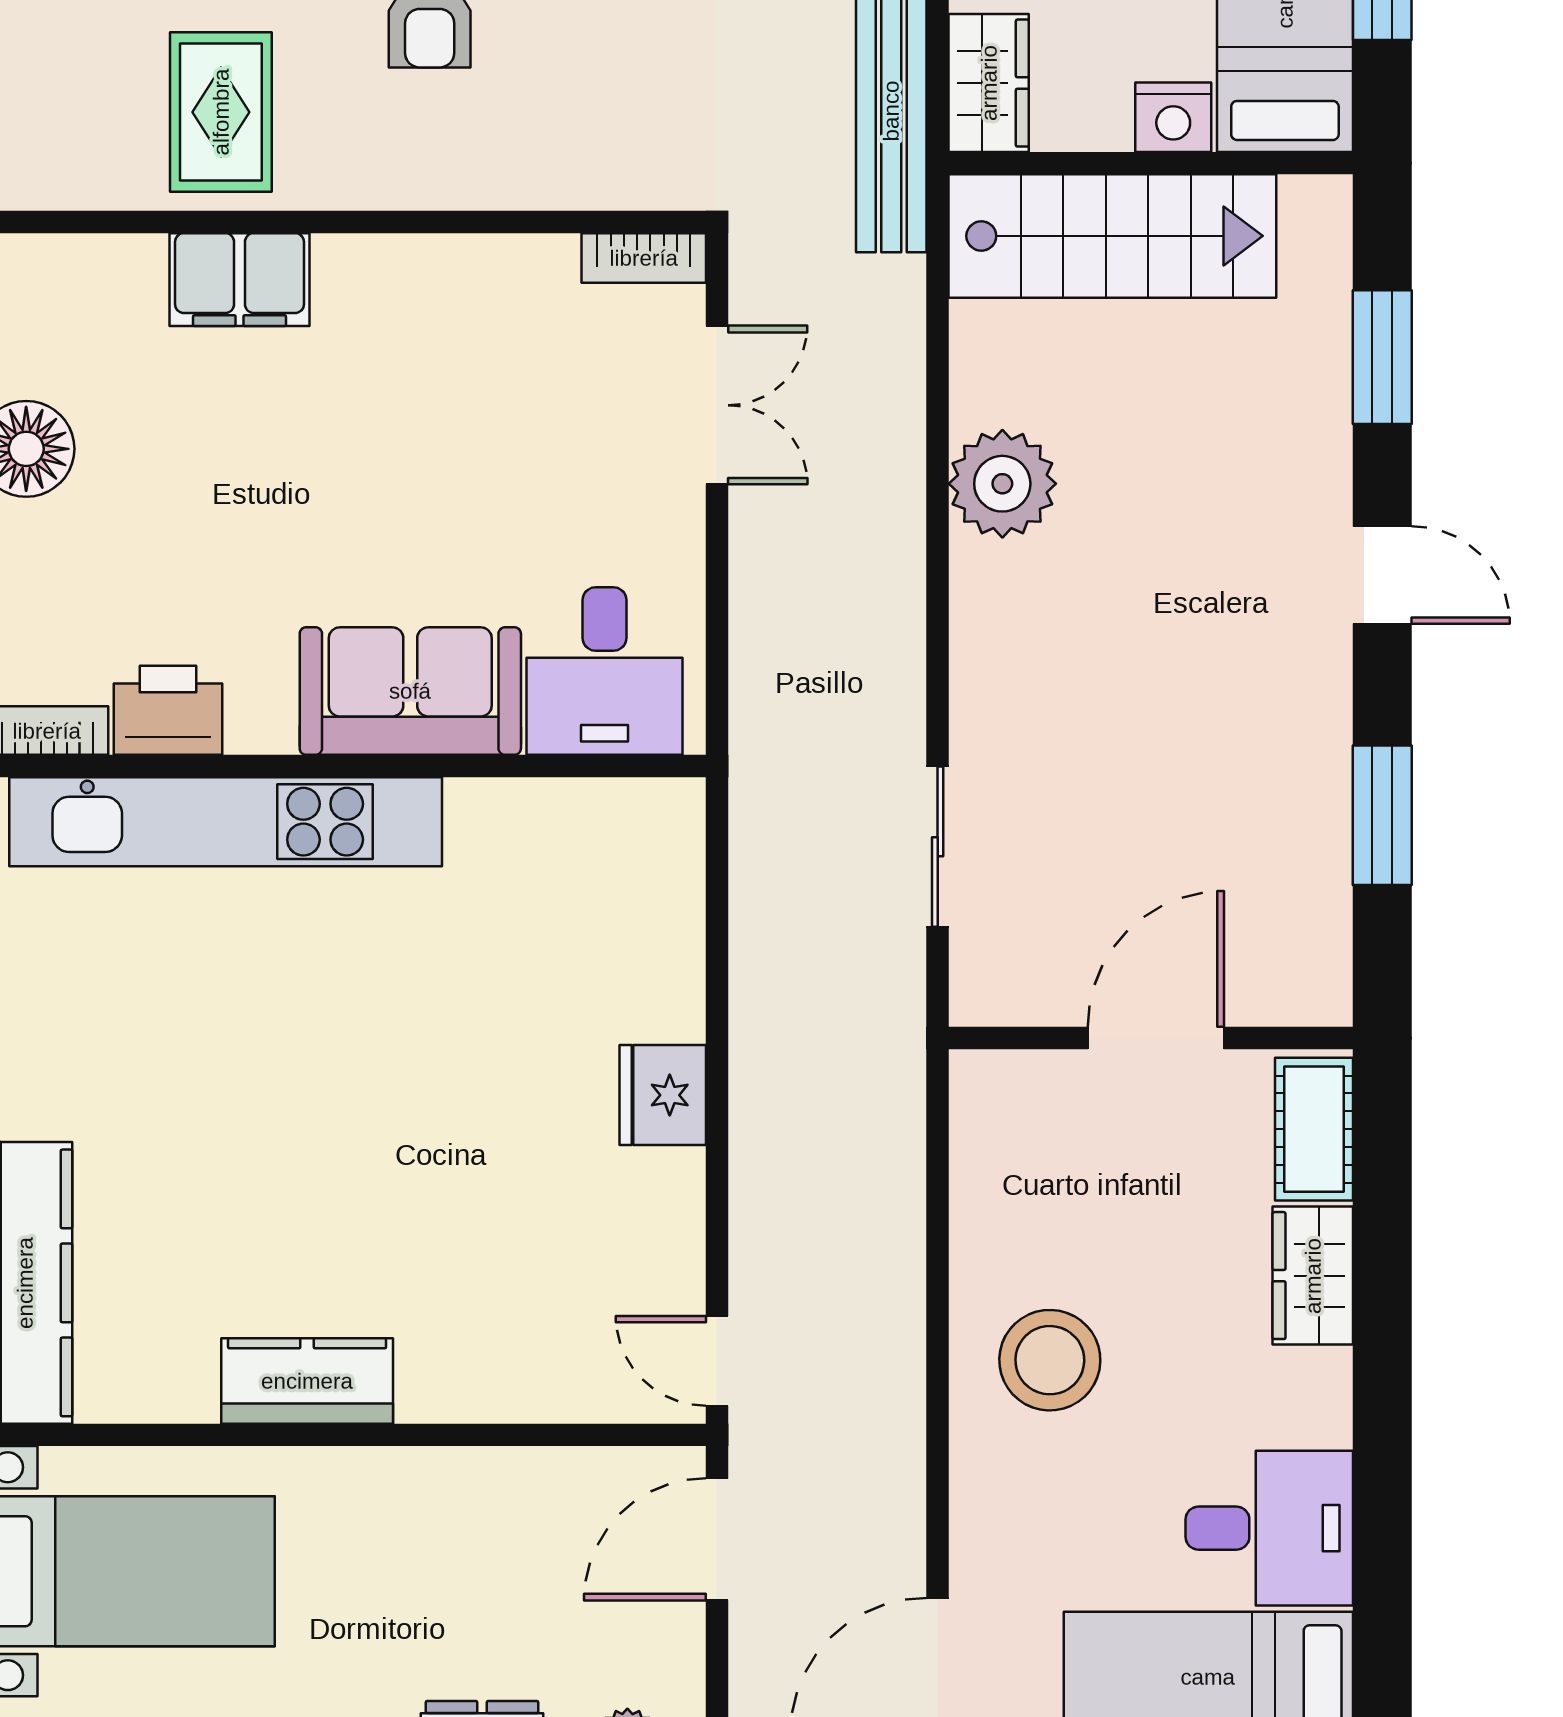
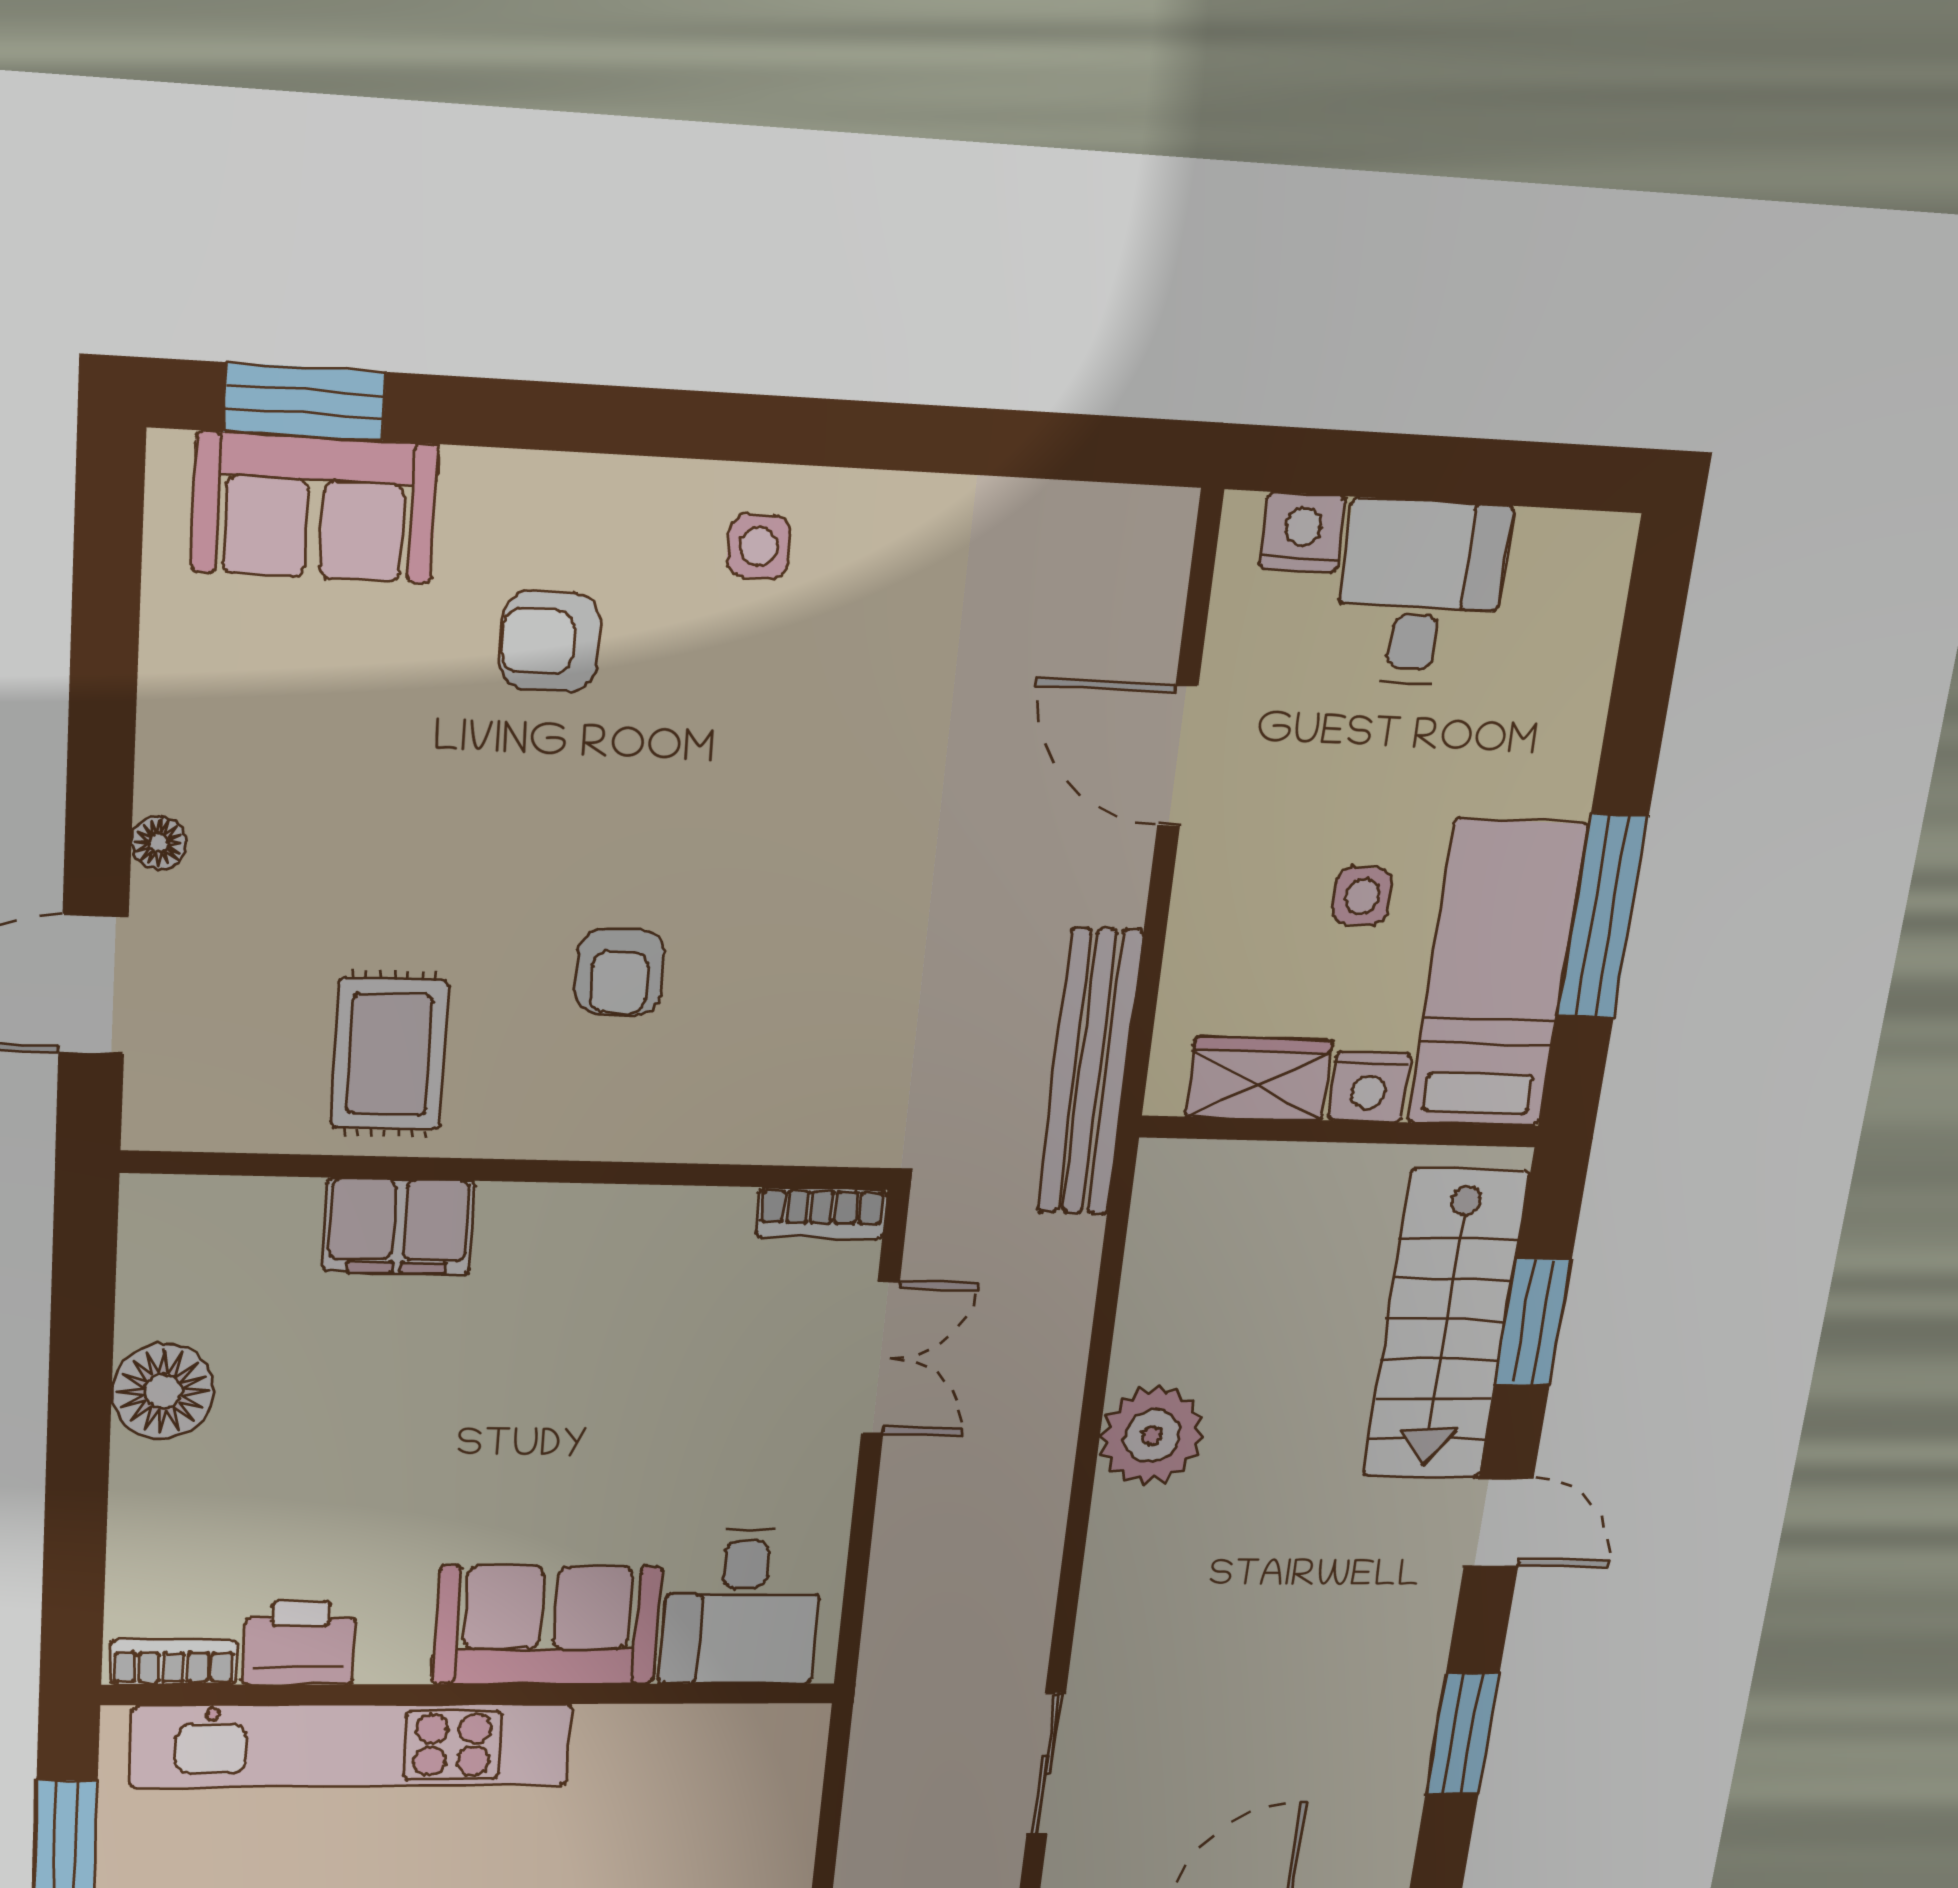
wardrobe: (989, 83) -> (1259, 1079), moved, turned -90
stairs: (1112, 236) -> (1446, 1325), moved, turned 90

